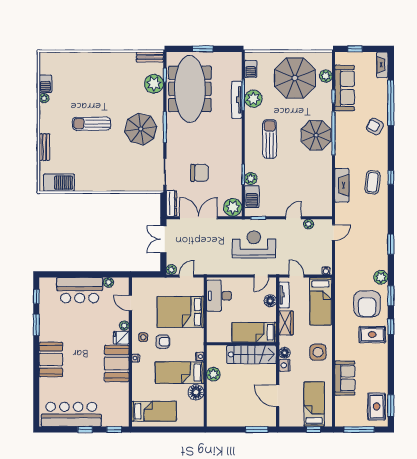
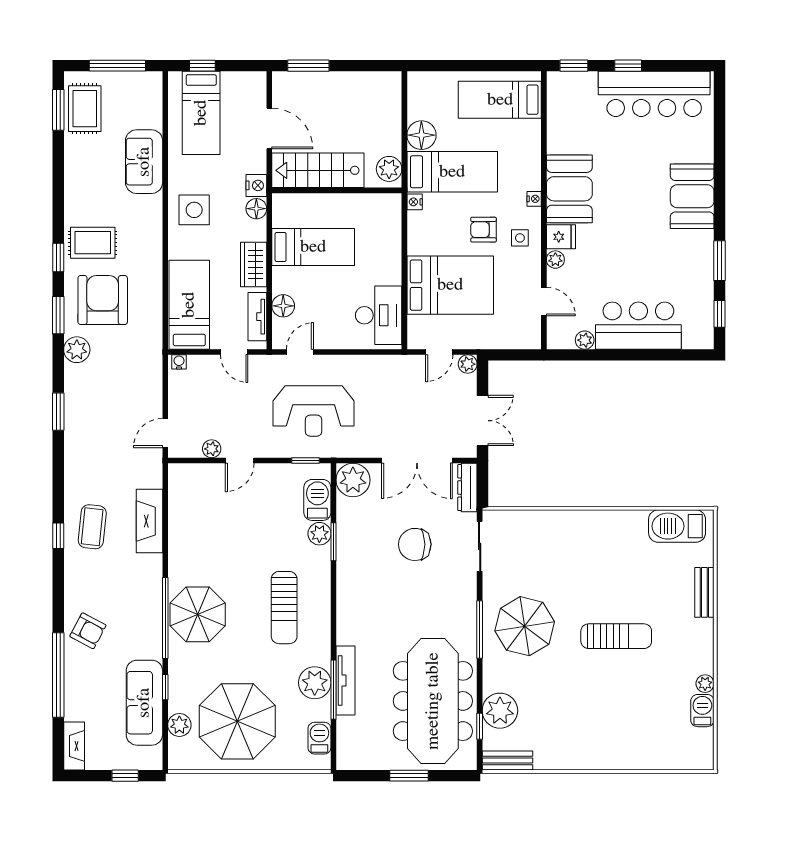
wall: (241, 344) -> (337, 190), moved
stairs: (252, 354) -> (318, 170), moved

